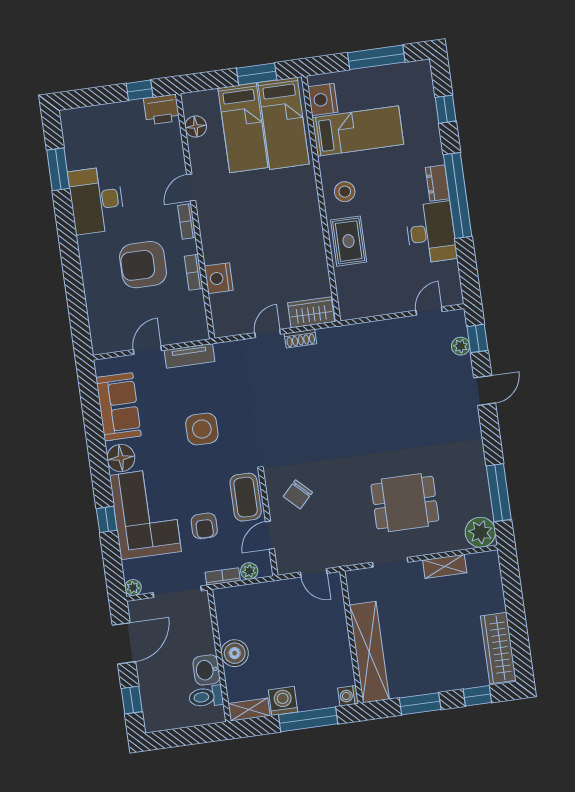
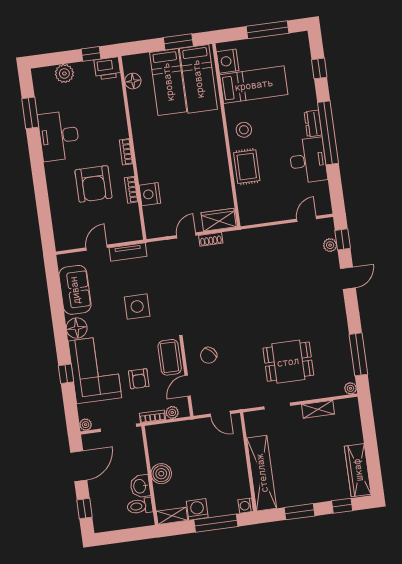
plant: (104, 117) -> (64, 73), added
door: (191, 187) -> (129, 126), removed
armchair: (143, 265) -> (93, 184), turned -90
plant: (480, 532) -> (350, 388), width x0.53, depth x0.53

